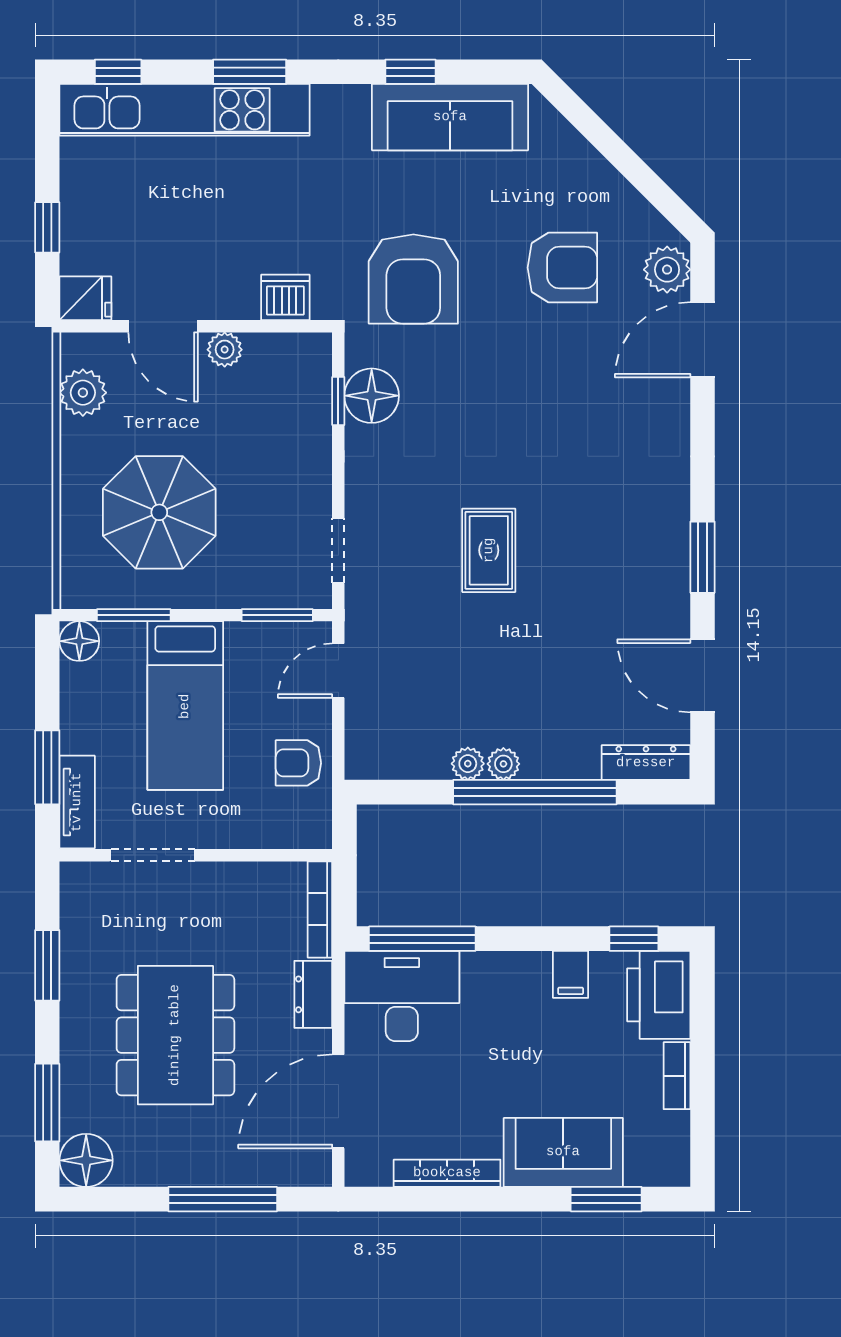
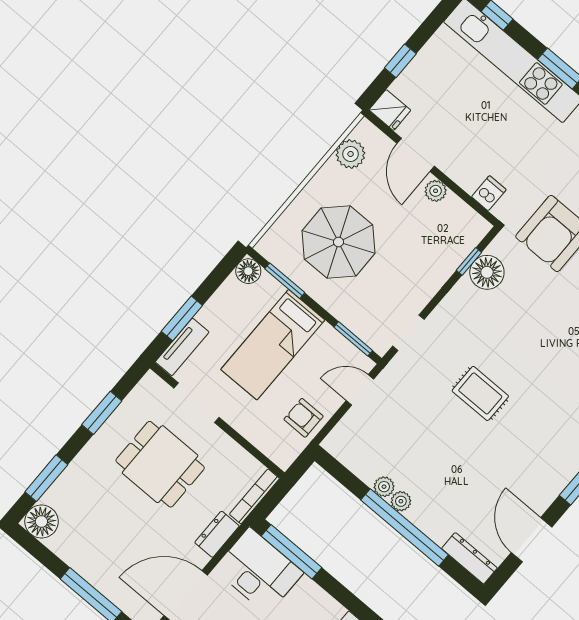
dishwasher: (285, 297) -> (489, 193), width x0.73
rug: (489, 550) -> (480, 393), turned 90
dining table: (175, 1035) -> (160, 464), moved, width x0.73

